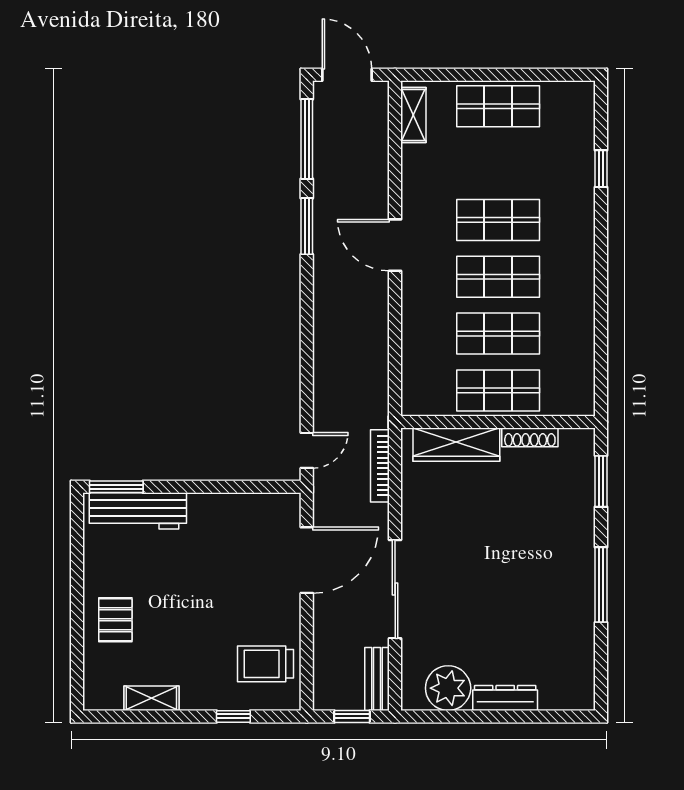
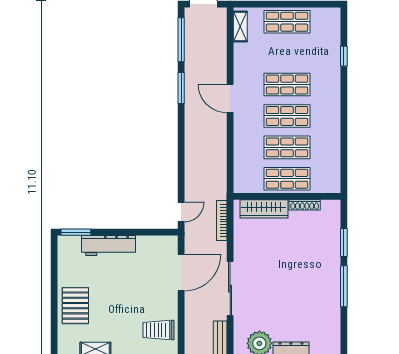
window: (601, 481) -> (344, 243), moved
workbench: (138, 511) -> (108, 245), moved
pallet: (115, 620) -> (75, 306), width x1.50, depth x1.42

